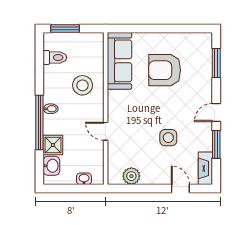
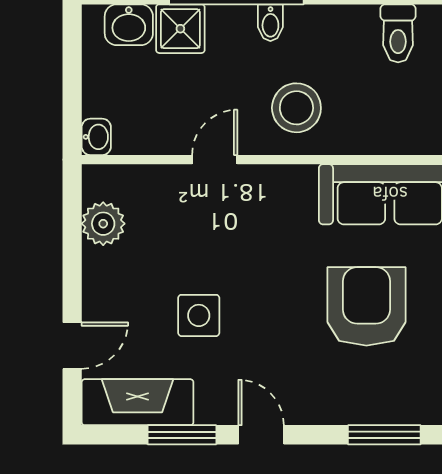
stool: (83, 85) -> (296, 108), moved
fireplace: (205, 168) -> (138, 402), width x1.37, depth x1.32
washbasin: (84, 179) -> (96, 137), moved

